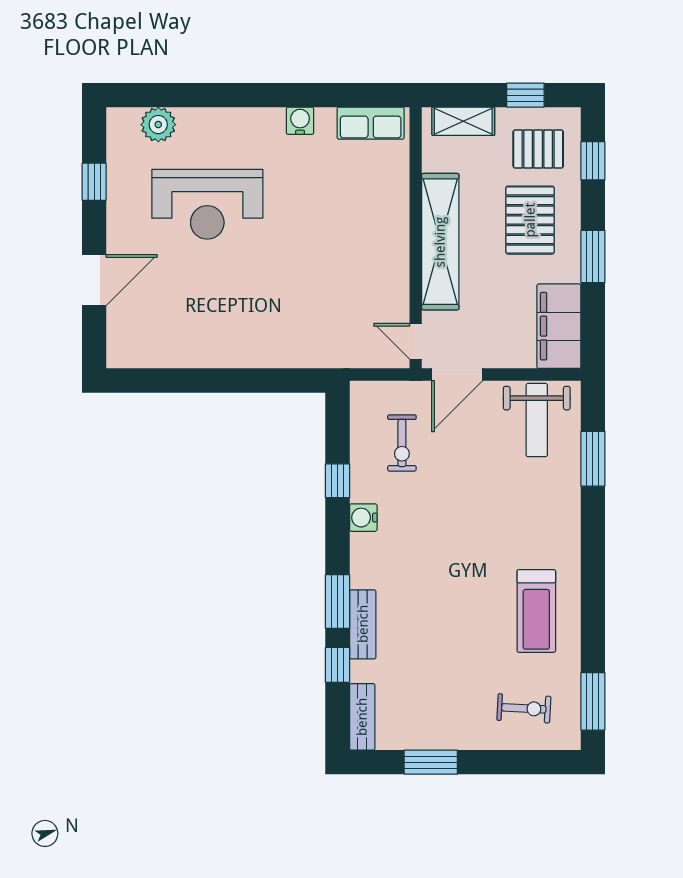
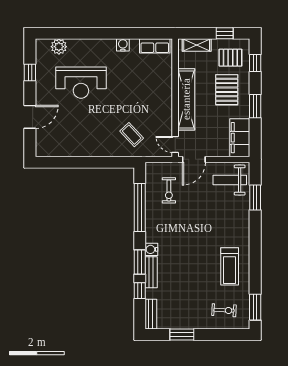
coffee table: (319, 319) -> (132, 135), added
weight bench: (537, 420) -> (230, 180), turned 90
window: (337, 481) -> (140, 207), width x3.17
water cooler: (363, 518) -> (151, 249), moved

